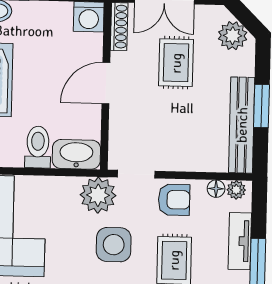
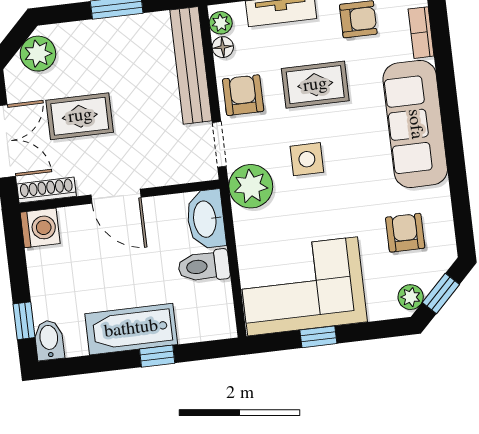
bench: (242, 125) -> (191, 65), moved, turned 90
side table: (114, 245) -> (307, 159), width x0.73, depth x0.73

